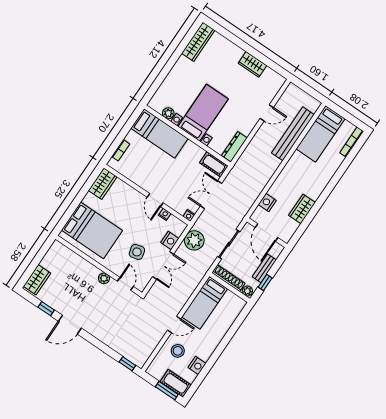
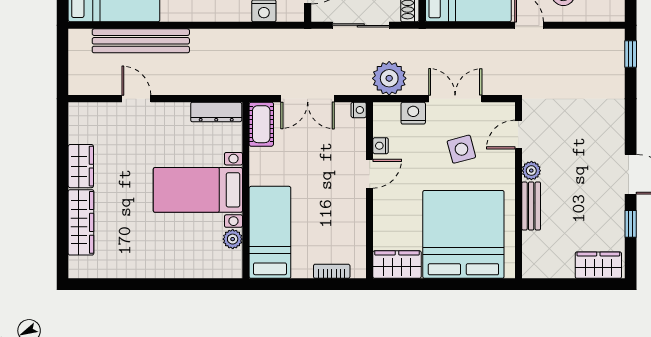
wardrobe: (198, 42) -> (81, 222), moved, turned 90
bed: (92, 230) -> (463, 234), width x1.36
bench: (87, 267) -> (531, 206), added

